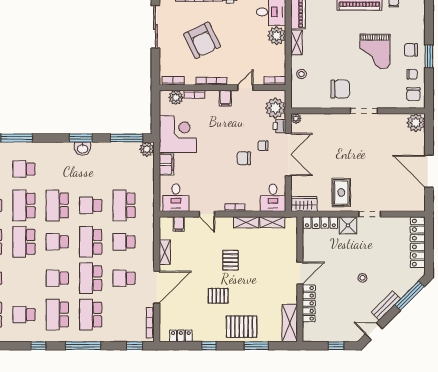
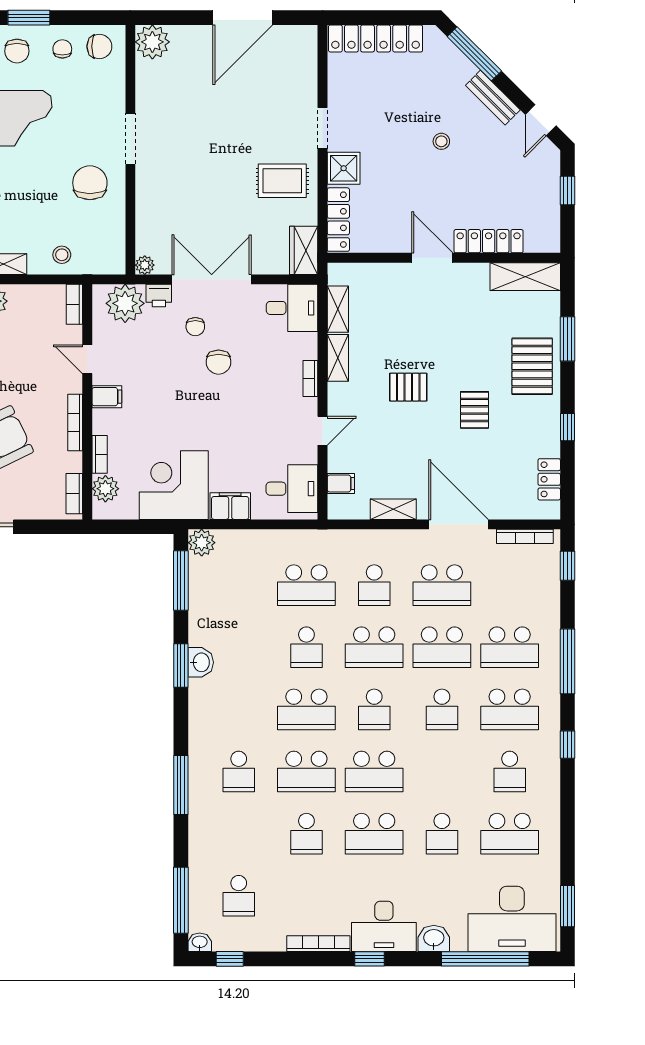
school desk: (124, 278) -> (442, 585), width x1.85

